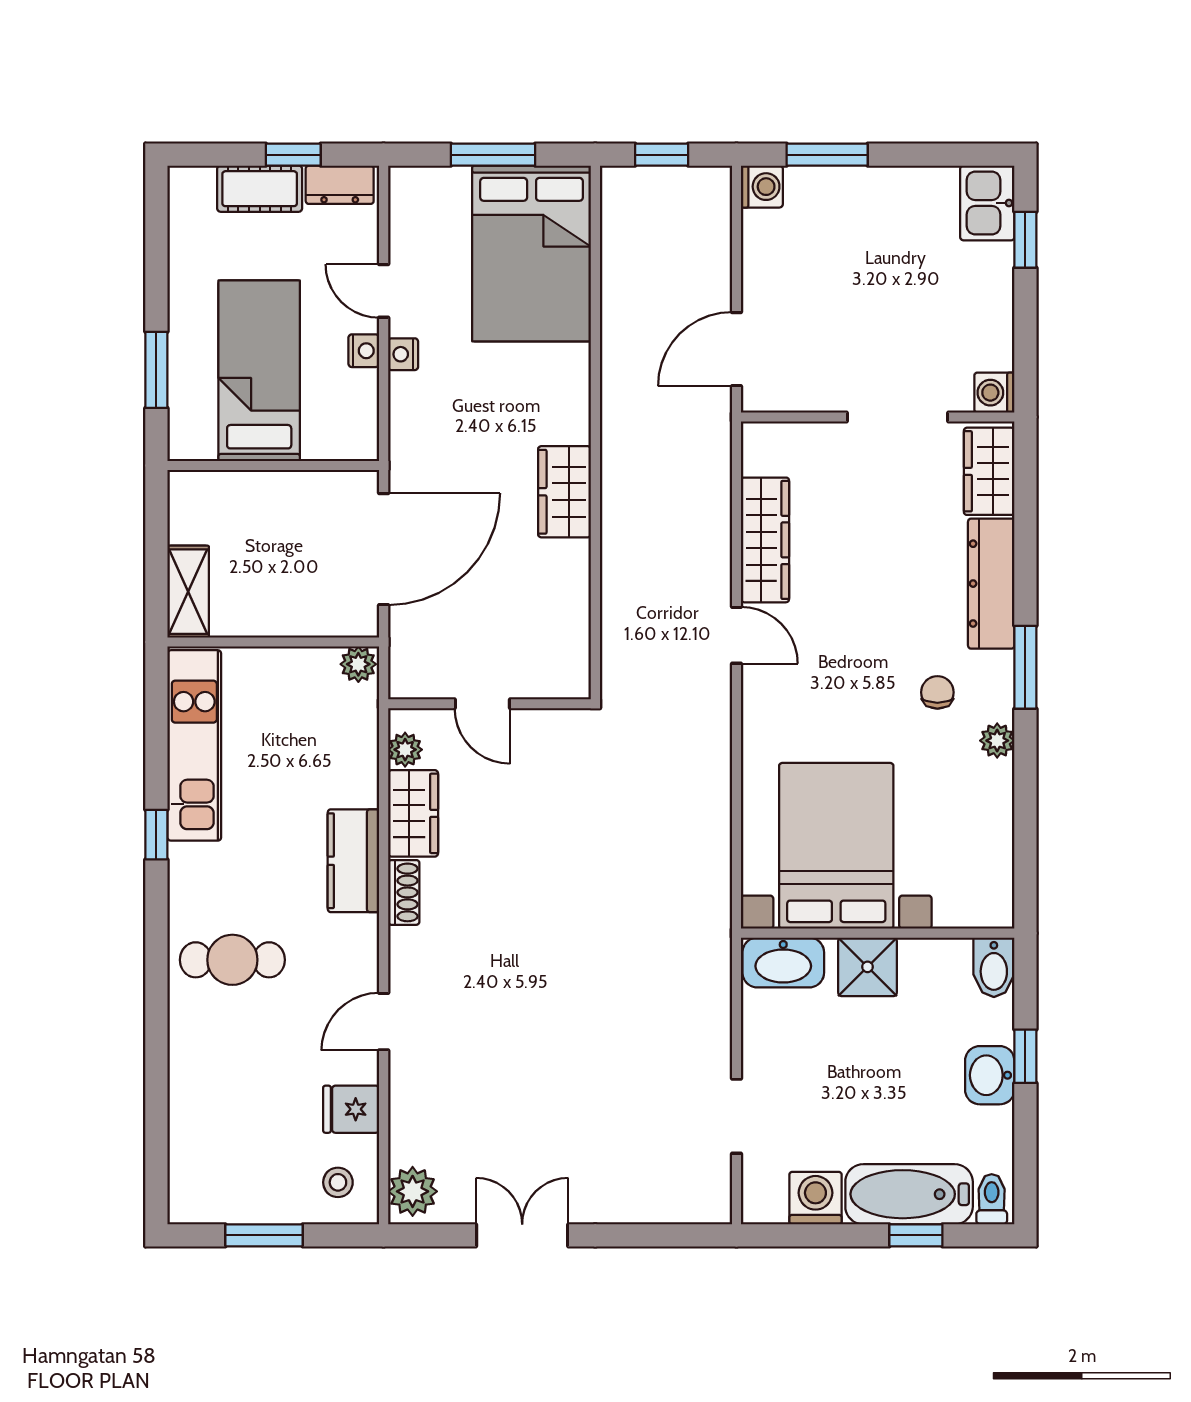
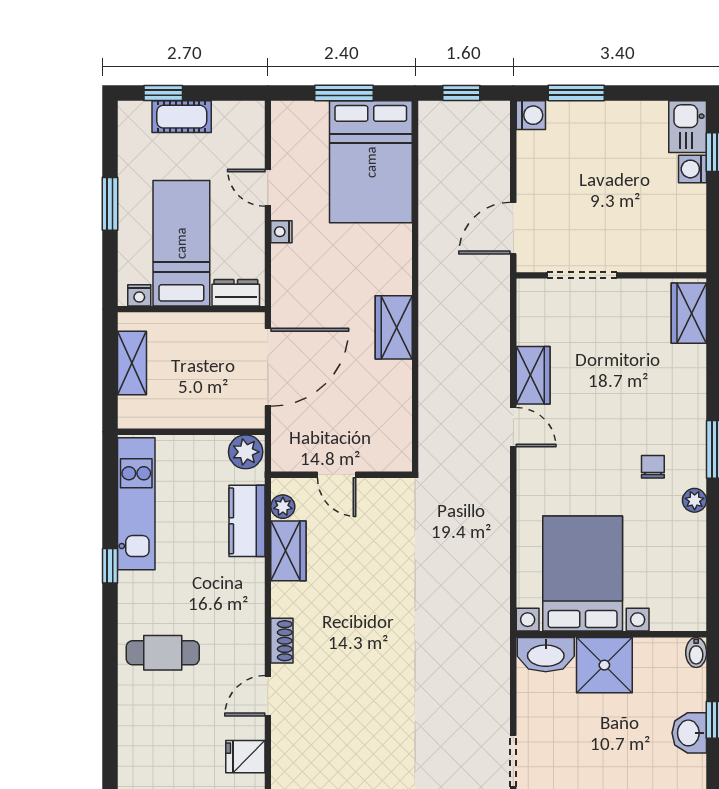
window: (293, 155) -> (163, 93), moved
dresser: (340, 185) -> (236, 293), moved, turned 180
nightstand: (364, 351) -> (139, 295), moved, turned 90
window: (156, 370) -> (110, 204), moved
washing machine: (994, 393) -> (693, 169), moved
doorway: (898, 417) -> (582, 275), moved
wardrobe: (765, 540) -> (533, 375), width x0.67
dresser: (991, 584) -> (690, 391), removed
shelving: (188, 592) -> (132, 363), moved
plant: (358, 664) -> (246, 452), width x1.38, depth x1.38
kitchen counter: (353, 861) -> (247, 521), moved
shoe rack: (404, 892) -> (282, 641), moved
shower: (868, 967) -> (604, 665), width x1.36, depth x1.36
bidet: (994, 967) -> (696, 652), width x0.72, depth x0.74

